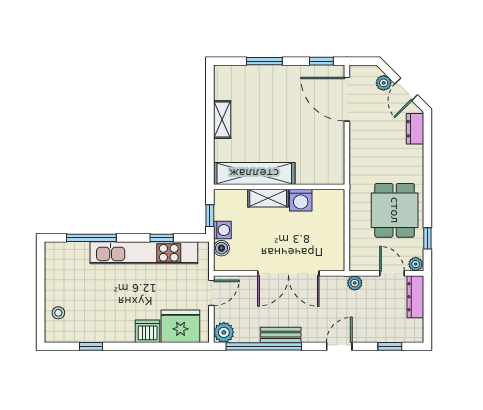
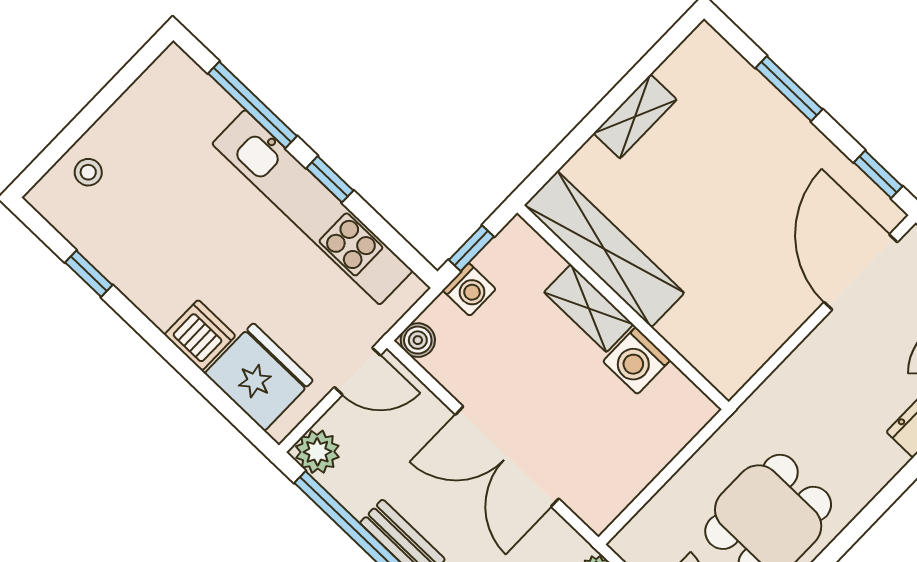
window: (162, 238) -> (330, 179), moved
boiler: (221, 248) -> (418, 340), moved

